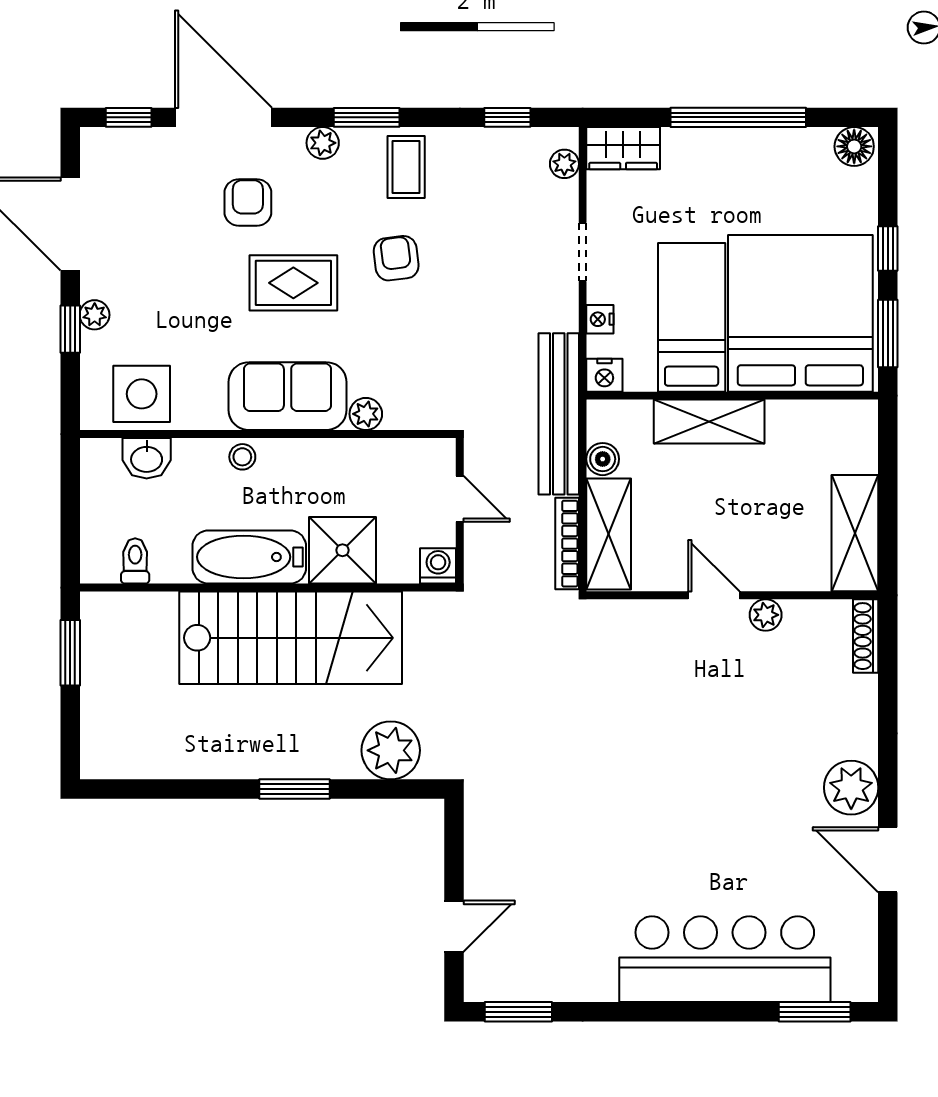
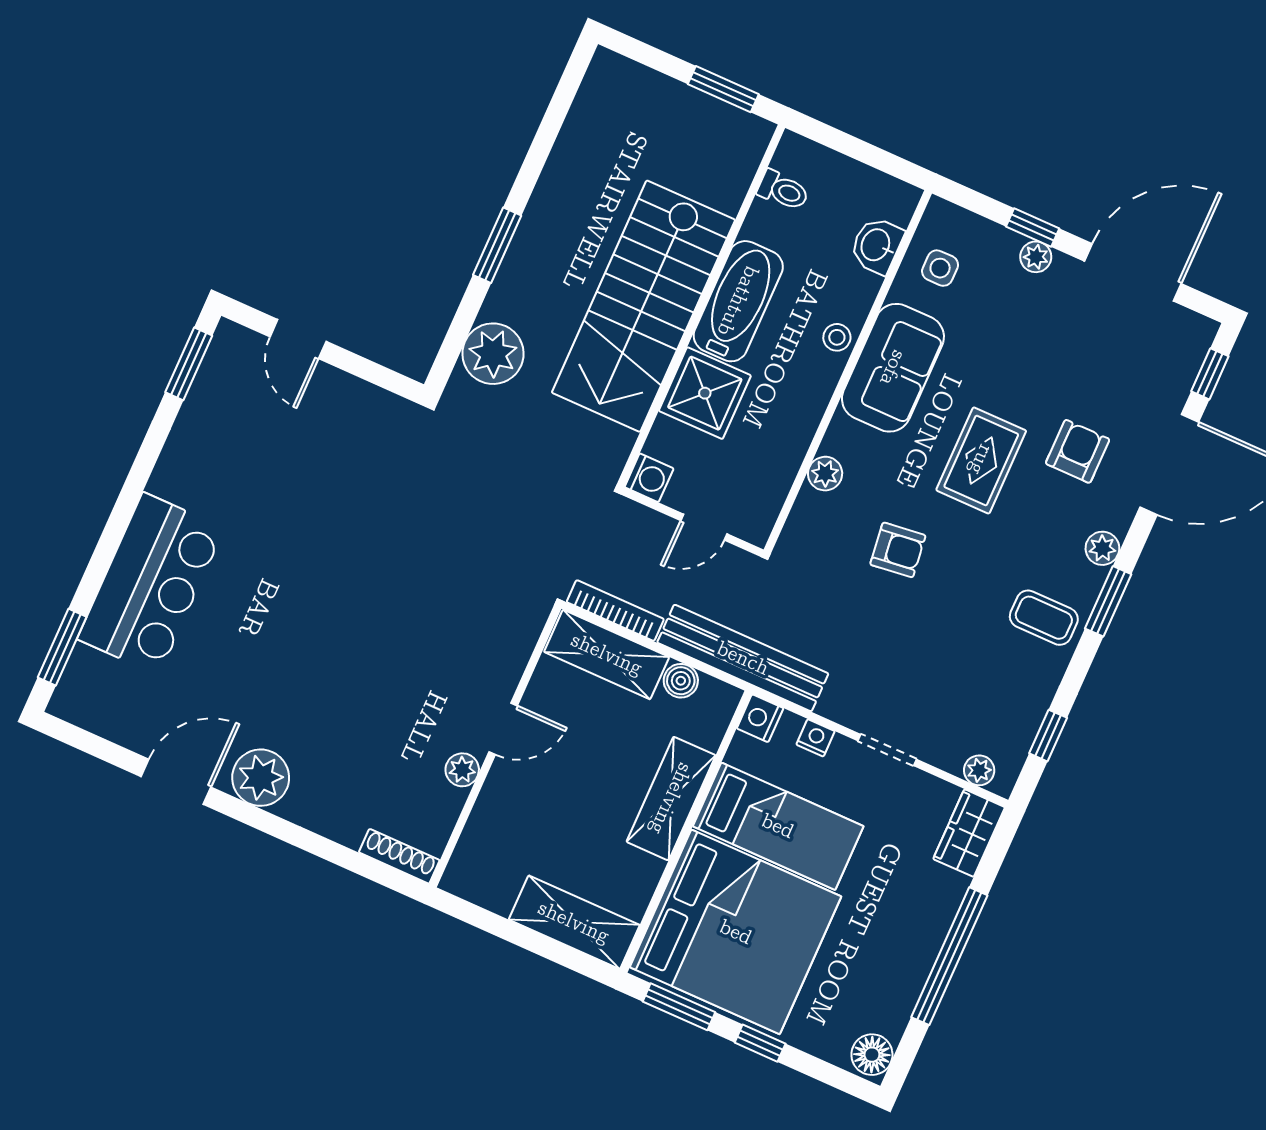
armchair: (248, 202) -> (1078, 451), turned -90
armchair: (396, 258) -> (898, 550), moved
side table: (142, 394) -> (940, 268), width x0.54, depth x0.54
sofa: (288, 396) -> (893, 368), moved
shelving: (855, 533) -> (574, 922), moved
bar counter: (725, 959) -> (151, 584), width x0.73

